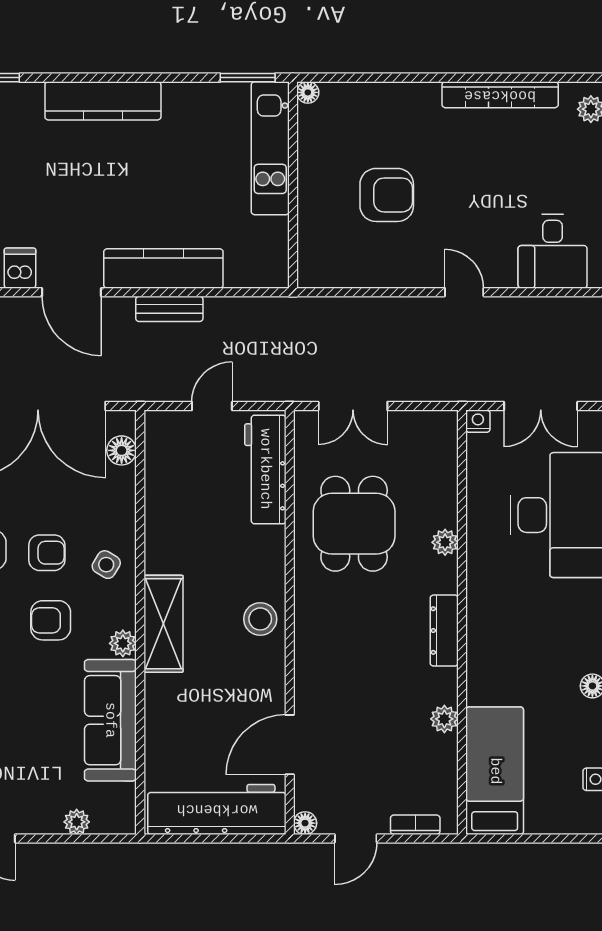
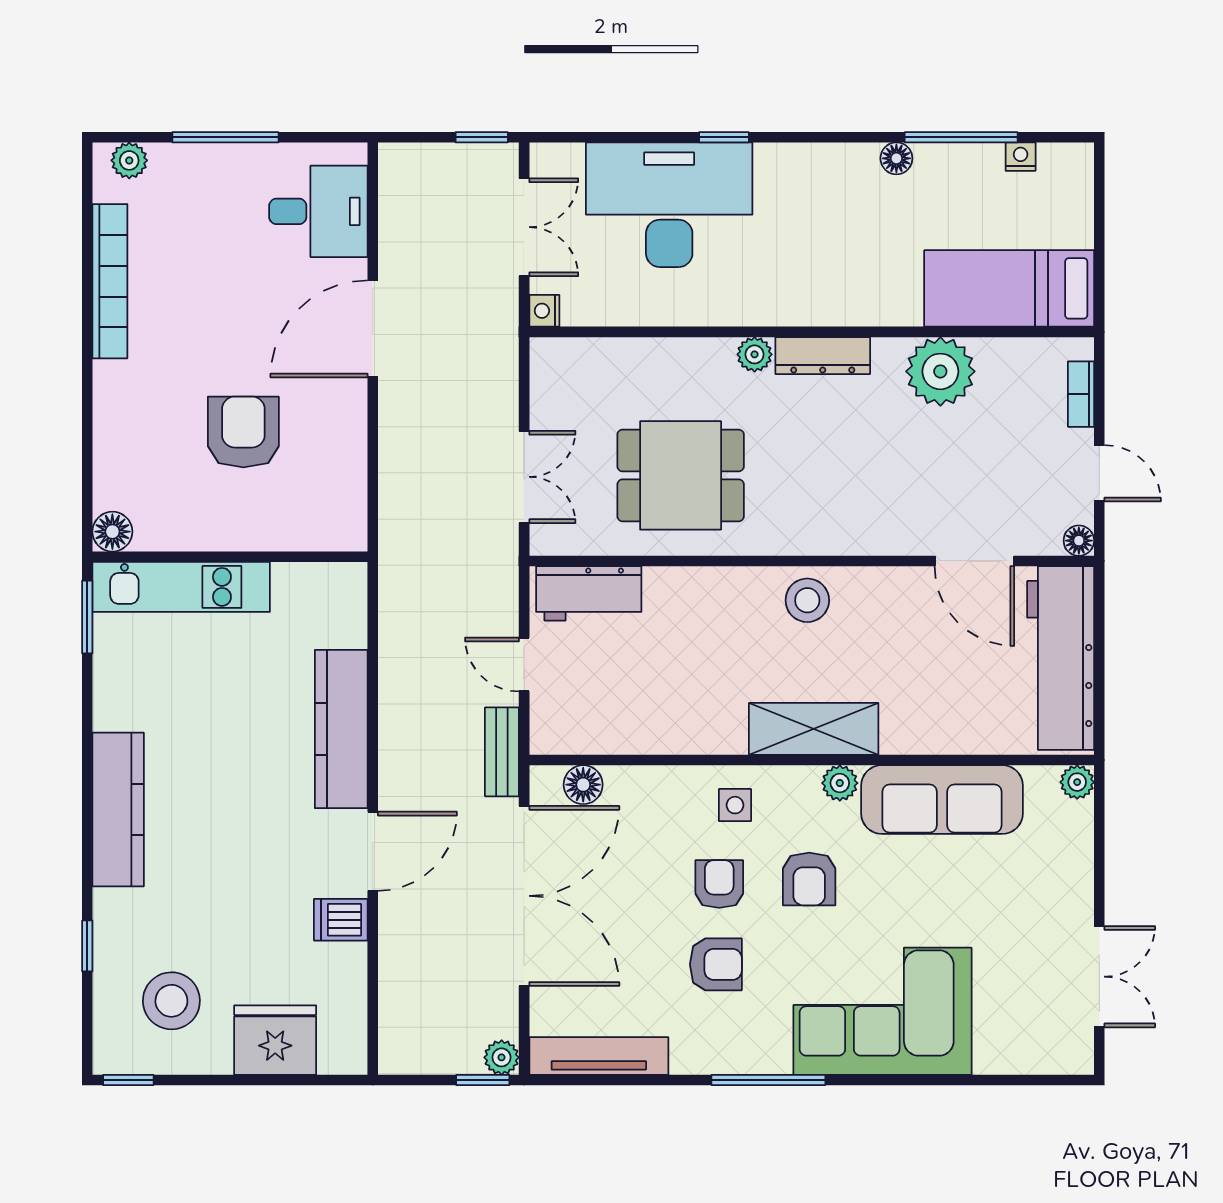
floor lamp: (308, 92) -> (112, 532), width x1.37, depth x1.37
door: (464, 292) -> (373, 329), width x1.87
bench: (169, 309) -> (502, 752), moved
workbench: (265, 469) -> (589, 593), width x0.73
plant: (445, 542) -> (755, 354), moved
side table: (106, 565) -> (735, 805), turned -31
plant: (444, 719) -> (940, 371), width x1.88, depth x1.88
plant: (77, 822) -> (1077, 782), moved

